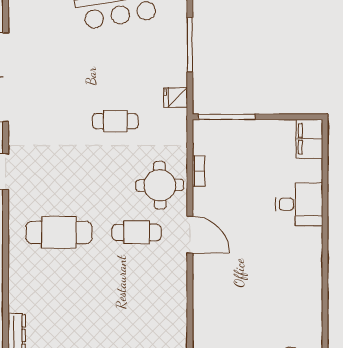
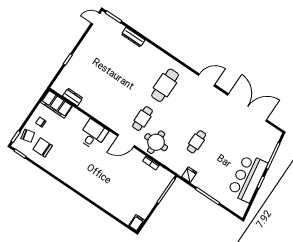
filing cabinet: (309, 139) -> (137, 223), width x0.50
desk: (299, 204) -> (93, 135), moved, turned 180

